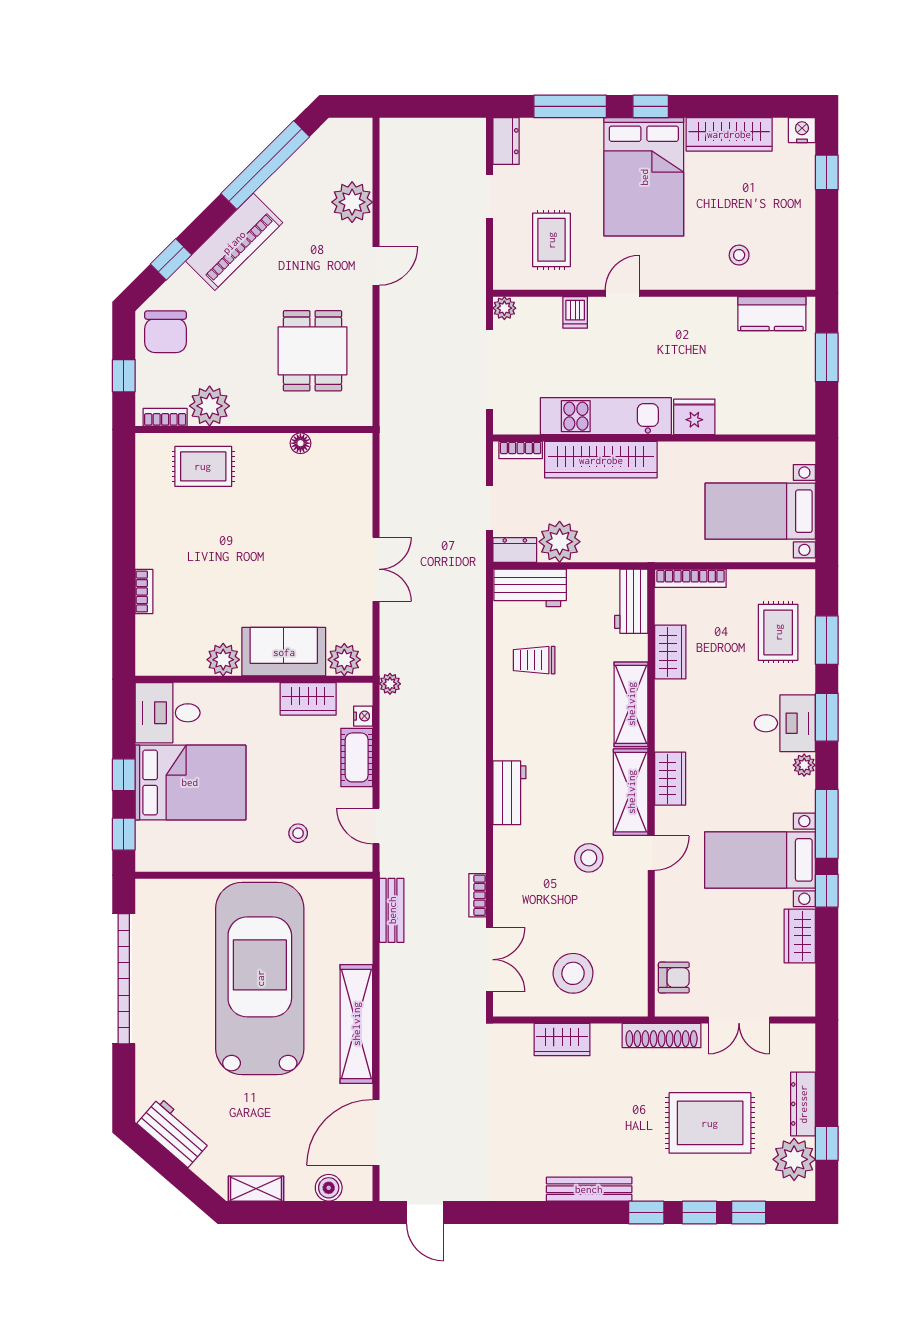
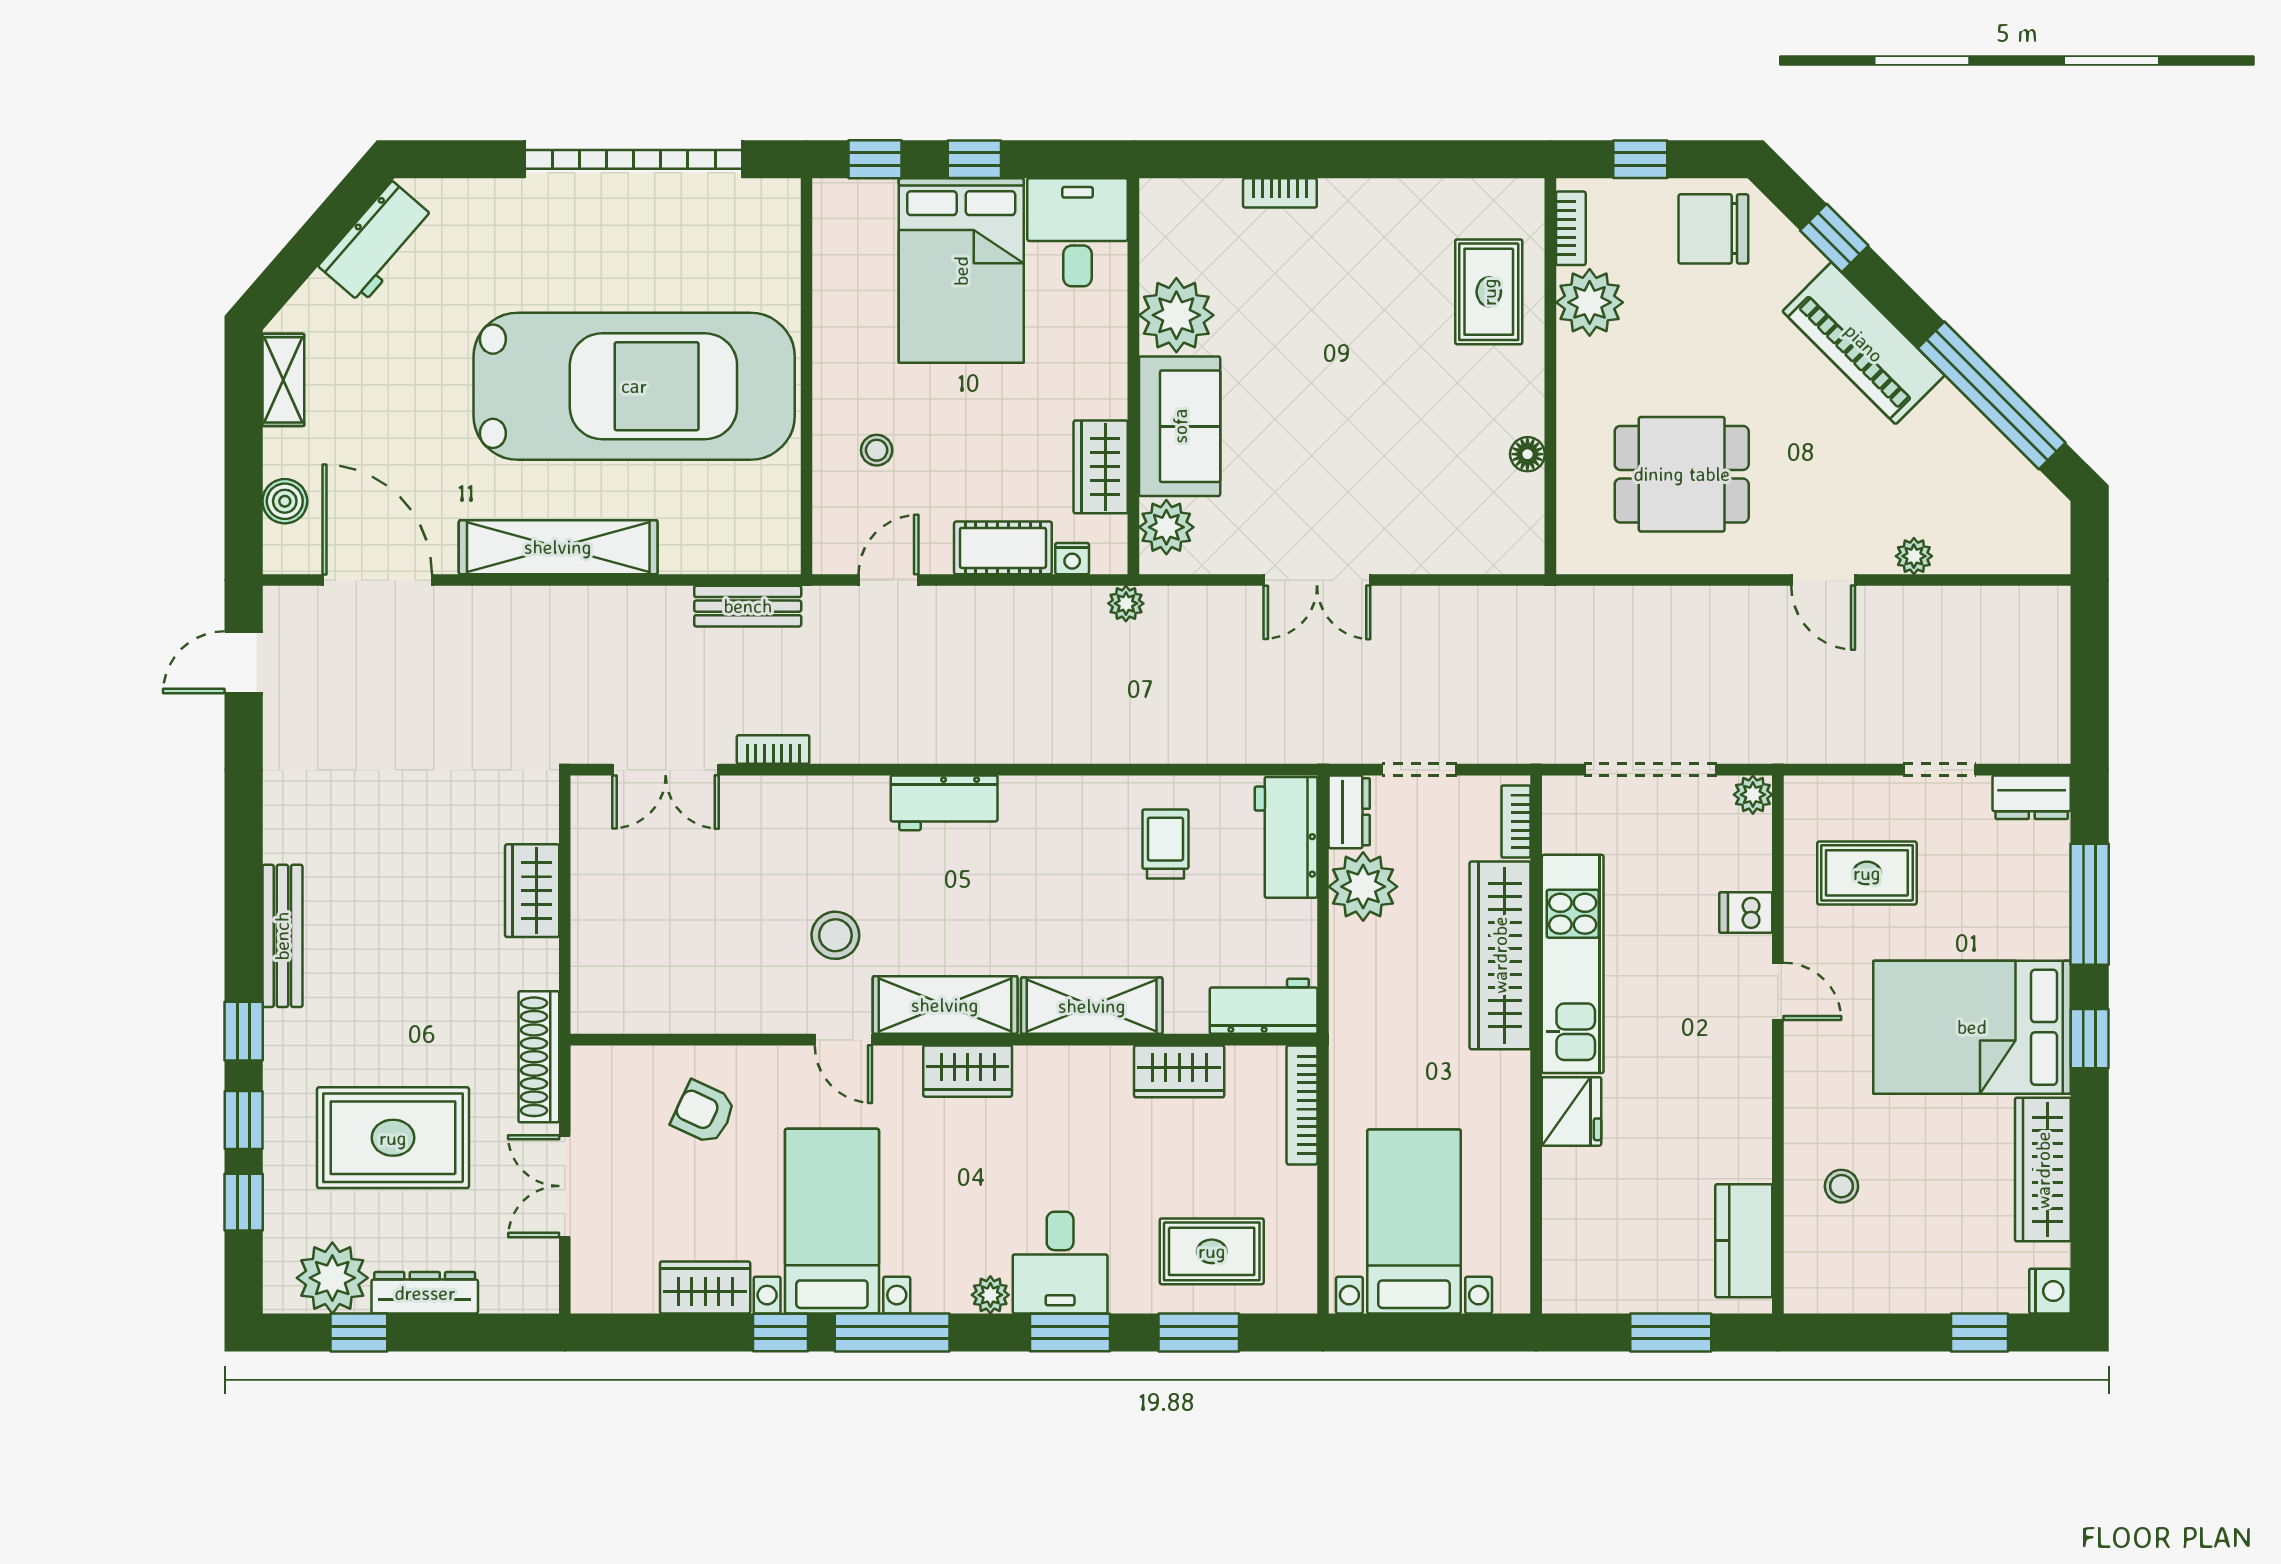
plant: (352, 202) -> (1914, 556), width x0.53, depth x0.53
plant: (223, 660) -> (1176, 315), width x1.36, depth x1.36
stool: (573, 973) -> (643, 909), removed
armchair: (674, 978) -> (704, 1112), moved, turned 115
rug: (710, 1123) -> (393, 1138), turned 90

